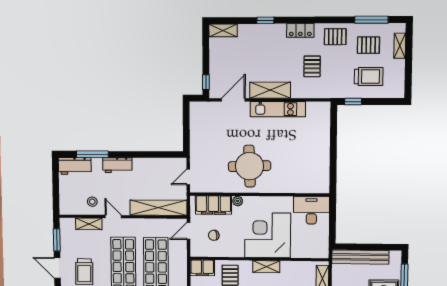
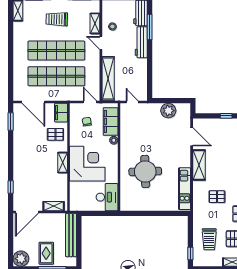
window: (206, 82) -> (226, 116), moved
window: (353, 102) -> (190, 254), moved
kitchen unit: (278, 109) -> (185, 189), moved
plant: (199, 130) -> (168, 111), added
workbench: (117, 165) -> (141, 42), width x1.38
round table: (250, 166) -> (145, 172), moved
door: (113, 217) -> (101, 43), swing flipped

